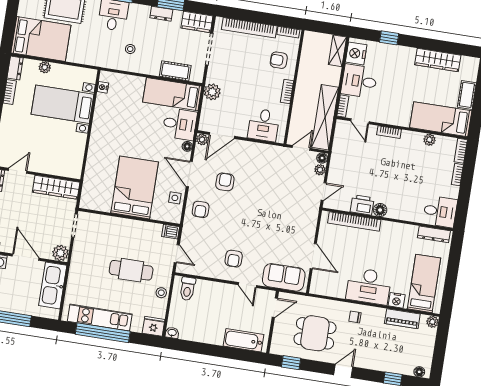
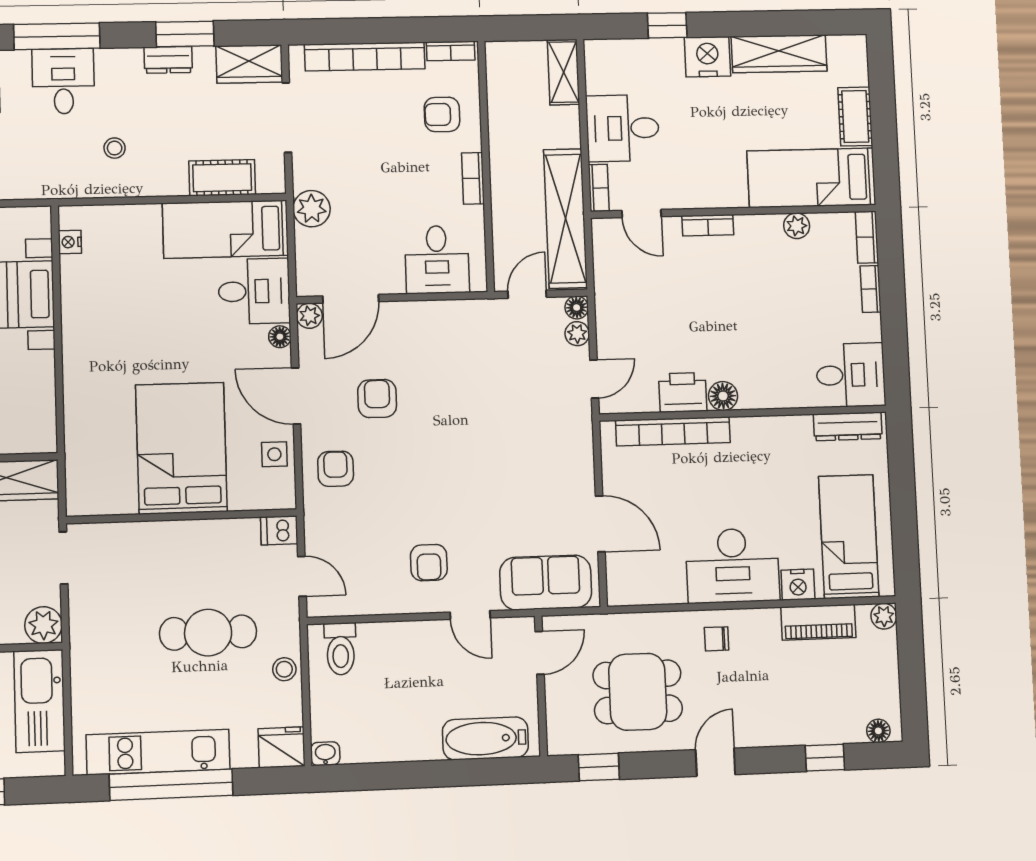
nightstand: (356, 53) -> (707, 57), moved, turned 90
armchair: (201, 209) -> (336, 469), turned 180

